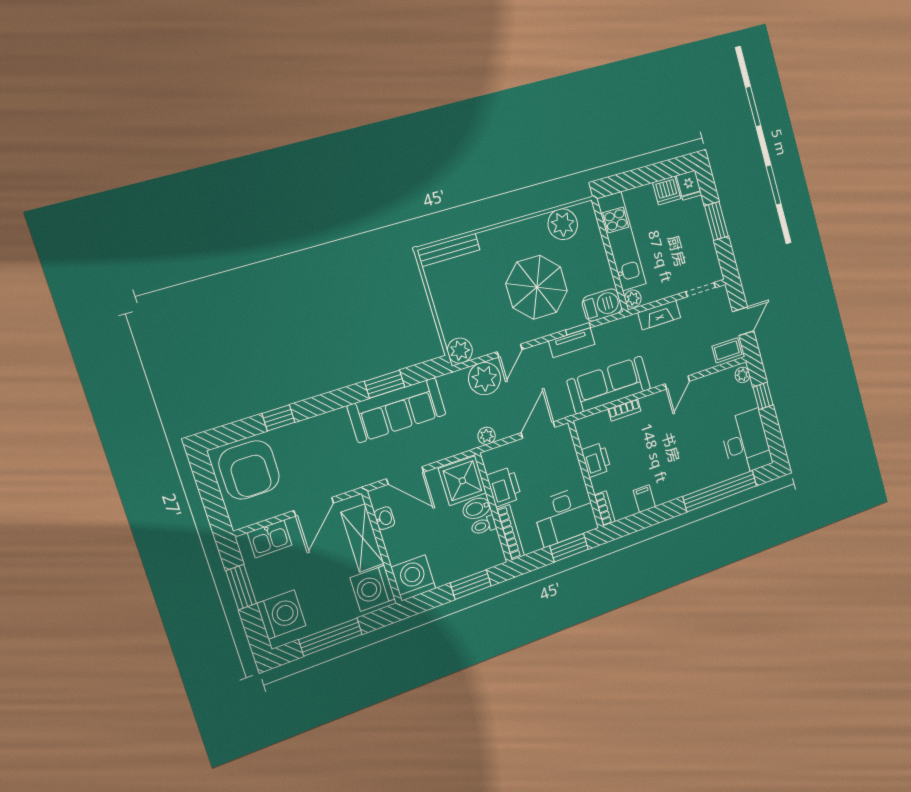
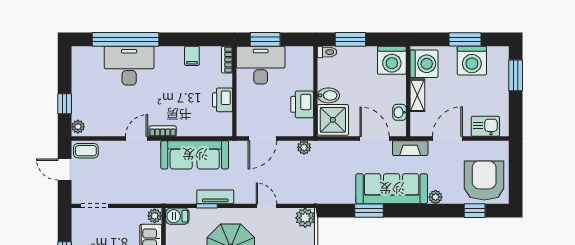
barbecue: (602, 305) -> (177, 216), width x0.73, depth x0.79
fireplace: (659, 315) -> (410, 148), moved, turned 180
door: (743, 321) -> (65, 170), hinge flipped
door: (510, 351) -> (267, 206), hinge flipped
plant: (485, 379) -> (436, 197), moved, width x0.53, depth x0.53
sofa: (397, 410) -> (392, 189), moved
bookcase: (624, 410) -> (163, 131), moved
window: (278, 418) -> (475, 211), moved
desk: (746, 442) -> (129, 66), moved, turned 90
toilet: (484, 525) -> (327, 52), moved
bookcase: (510, 532) -> (308, 68), removed
shelving: (363, 538) -> (417, 95), width x0.67, depth x0.75
window: (241, 587) -> (516, 75), moved
washing machine: (281, 615) -> (472, 61), moved, turned -90
window: (331, 637) -> (465, 39), width x0.69

